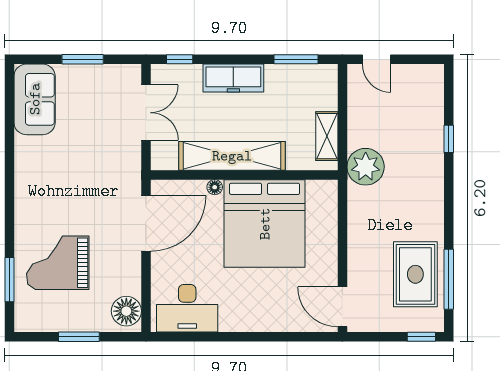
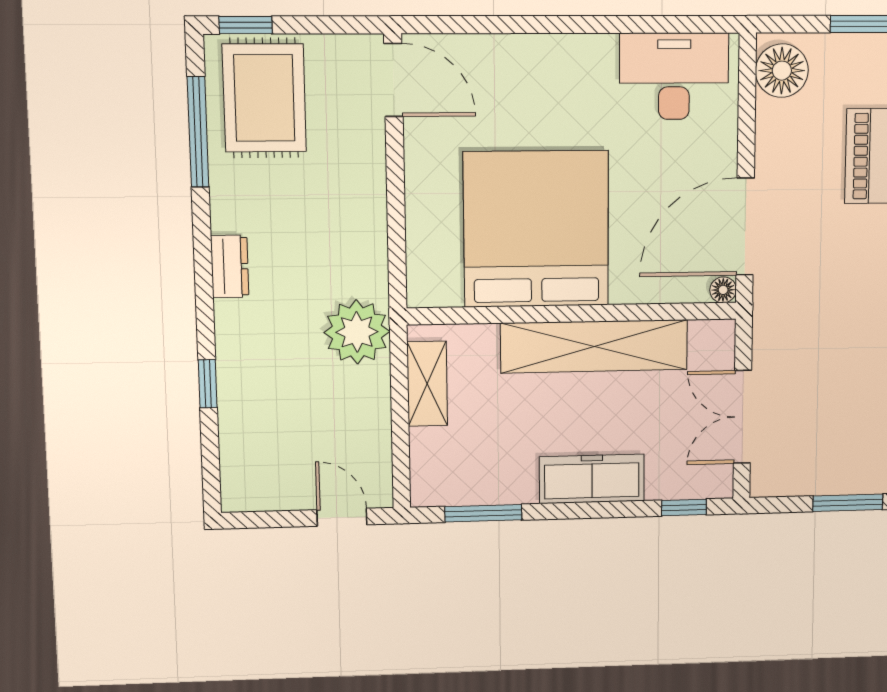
floor lamp: (215, 187) -> (723, 290), moved
dresser: (434, 205) -> (230, 266), added
rug: (415, 274) -> (264, 98), moved

